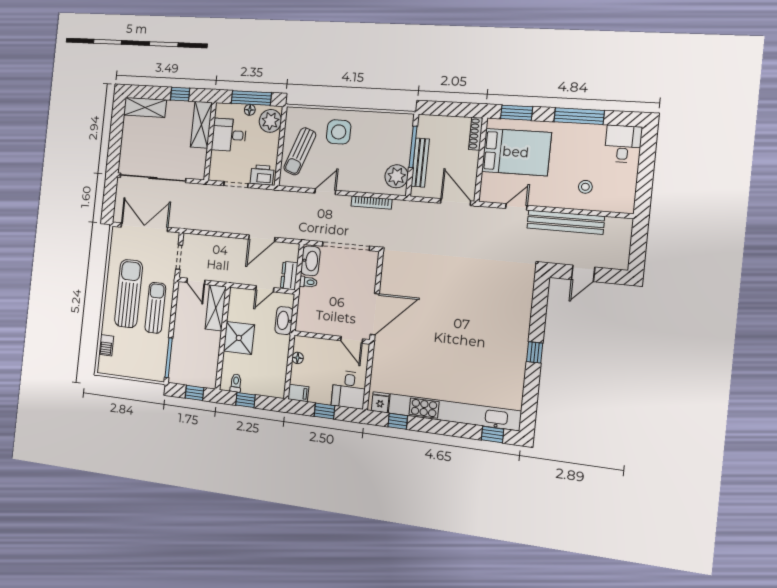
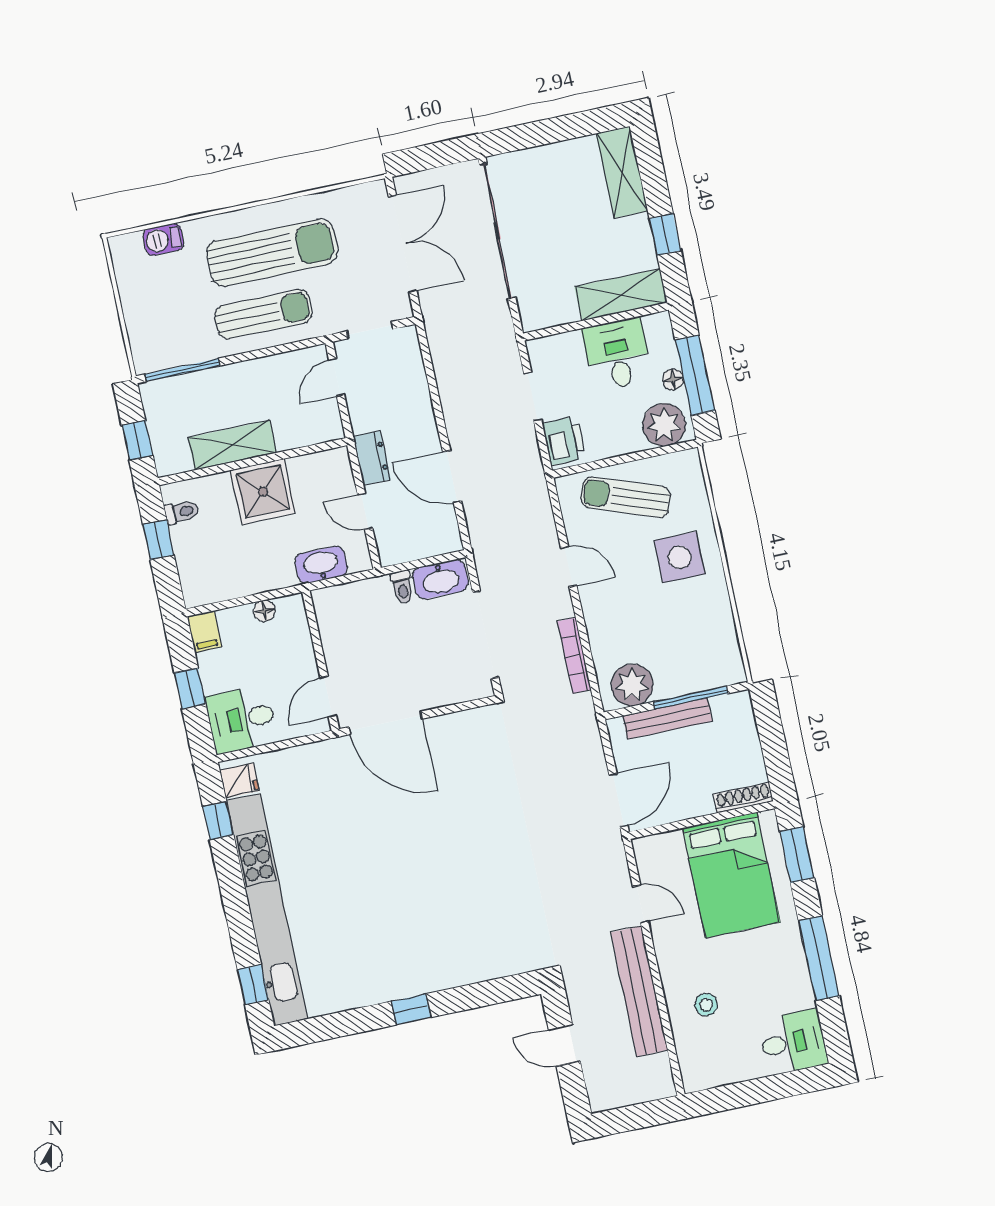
dresser: (289, 276) -> (372, 458), moved, turned 90
shelving: (216, 308) -> (232, 445), moved

